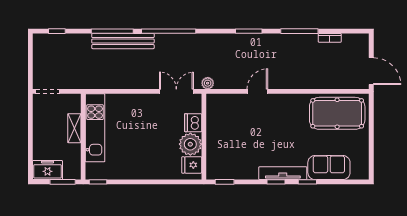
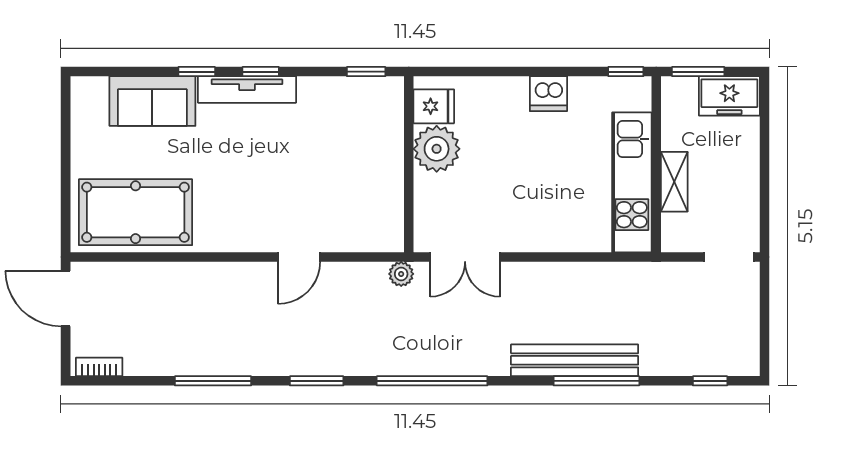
window: (169, 31) -> (432, 381), moved
bookcase: (330, 38) -> (99, 367), moved
dishwasher: (193, 123) -> (548, 94), moved, turned 90

